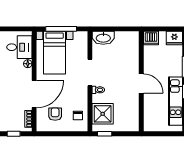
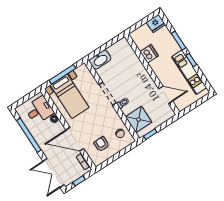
dishwasher: (151, 38) -> (149, 54), moved, turned -90
door: (141, 84) -> (166, 95), moved
door: (34, 94) -> (75, 139), swing flipped

